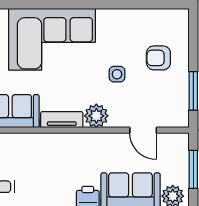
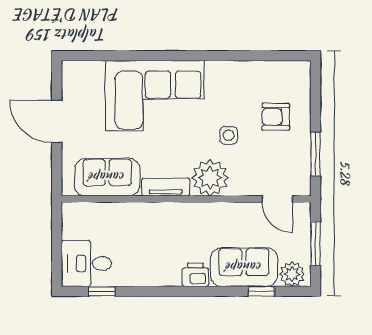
plant: (96, 116) -> (210, 178), width x1.36, depth x1.36
door: (143, 130) -> (277, 199), moved

